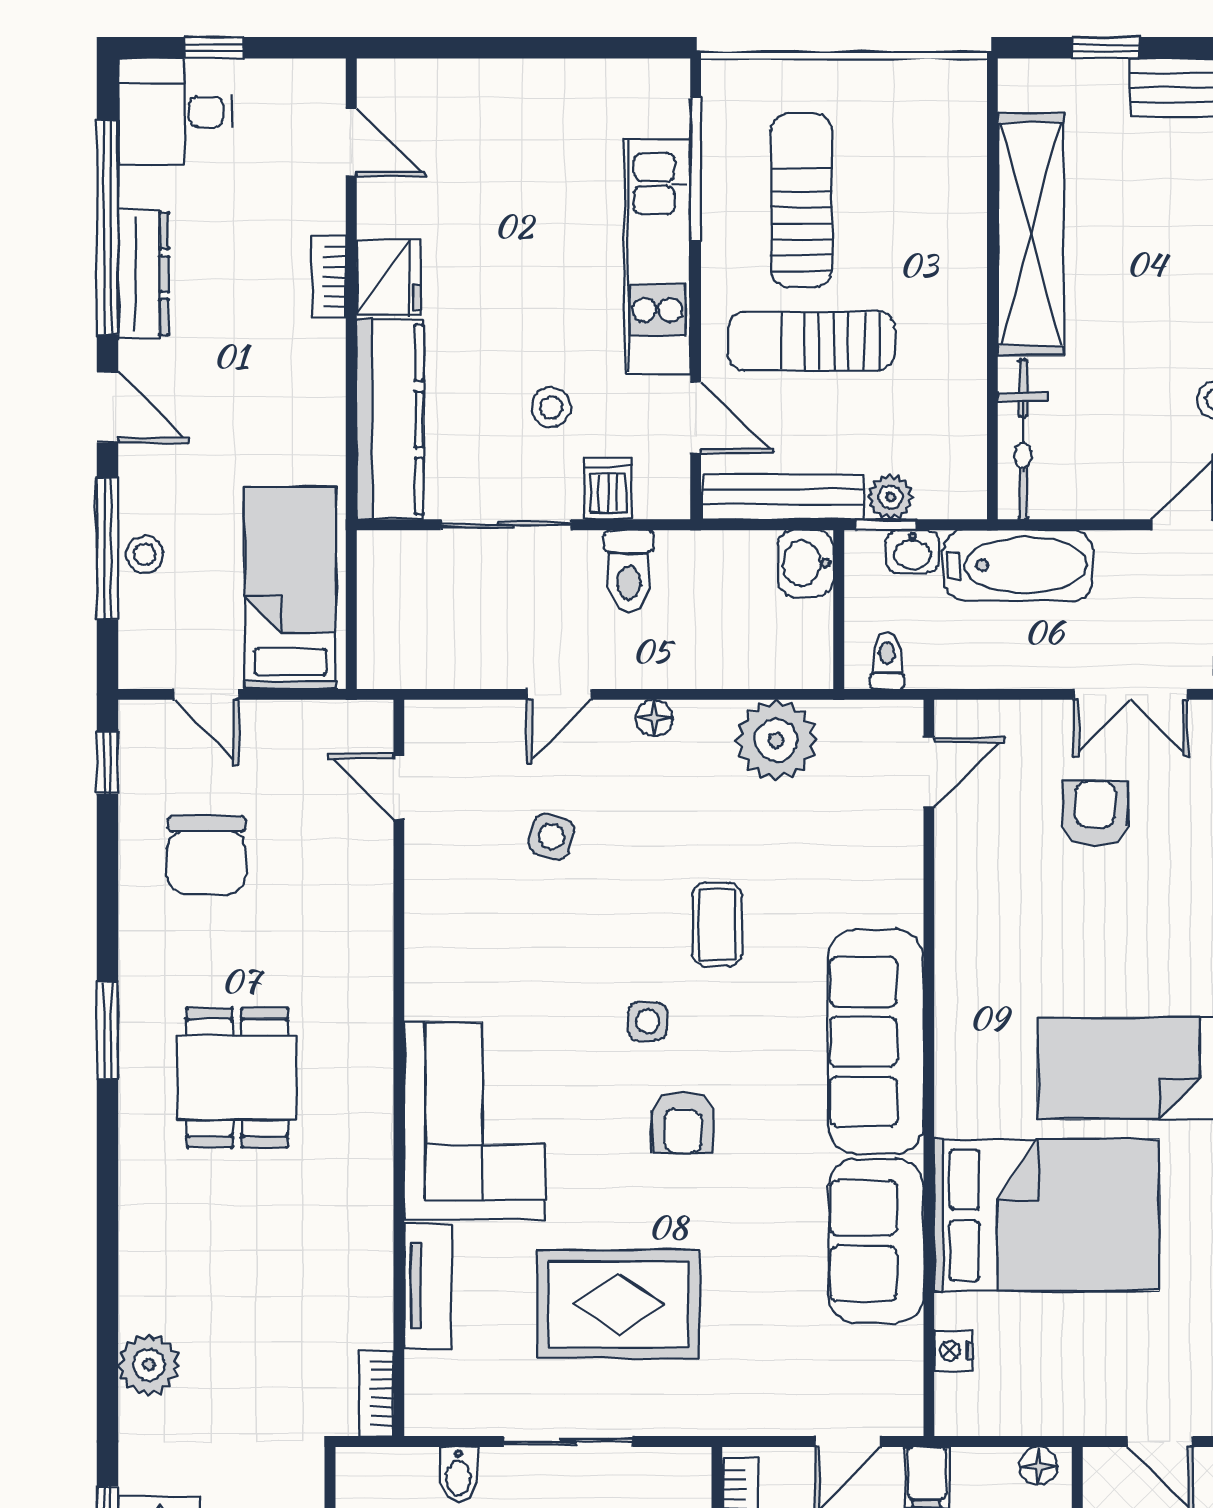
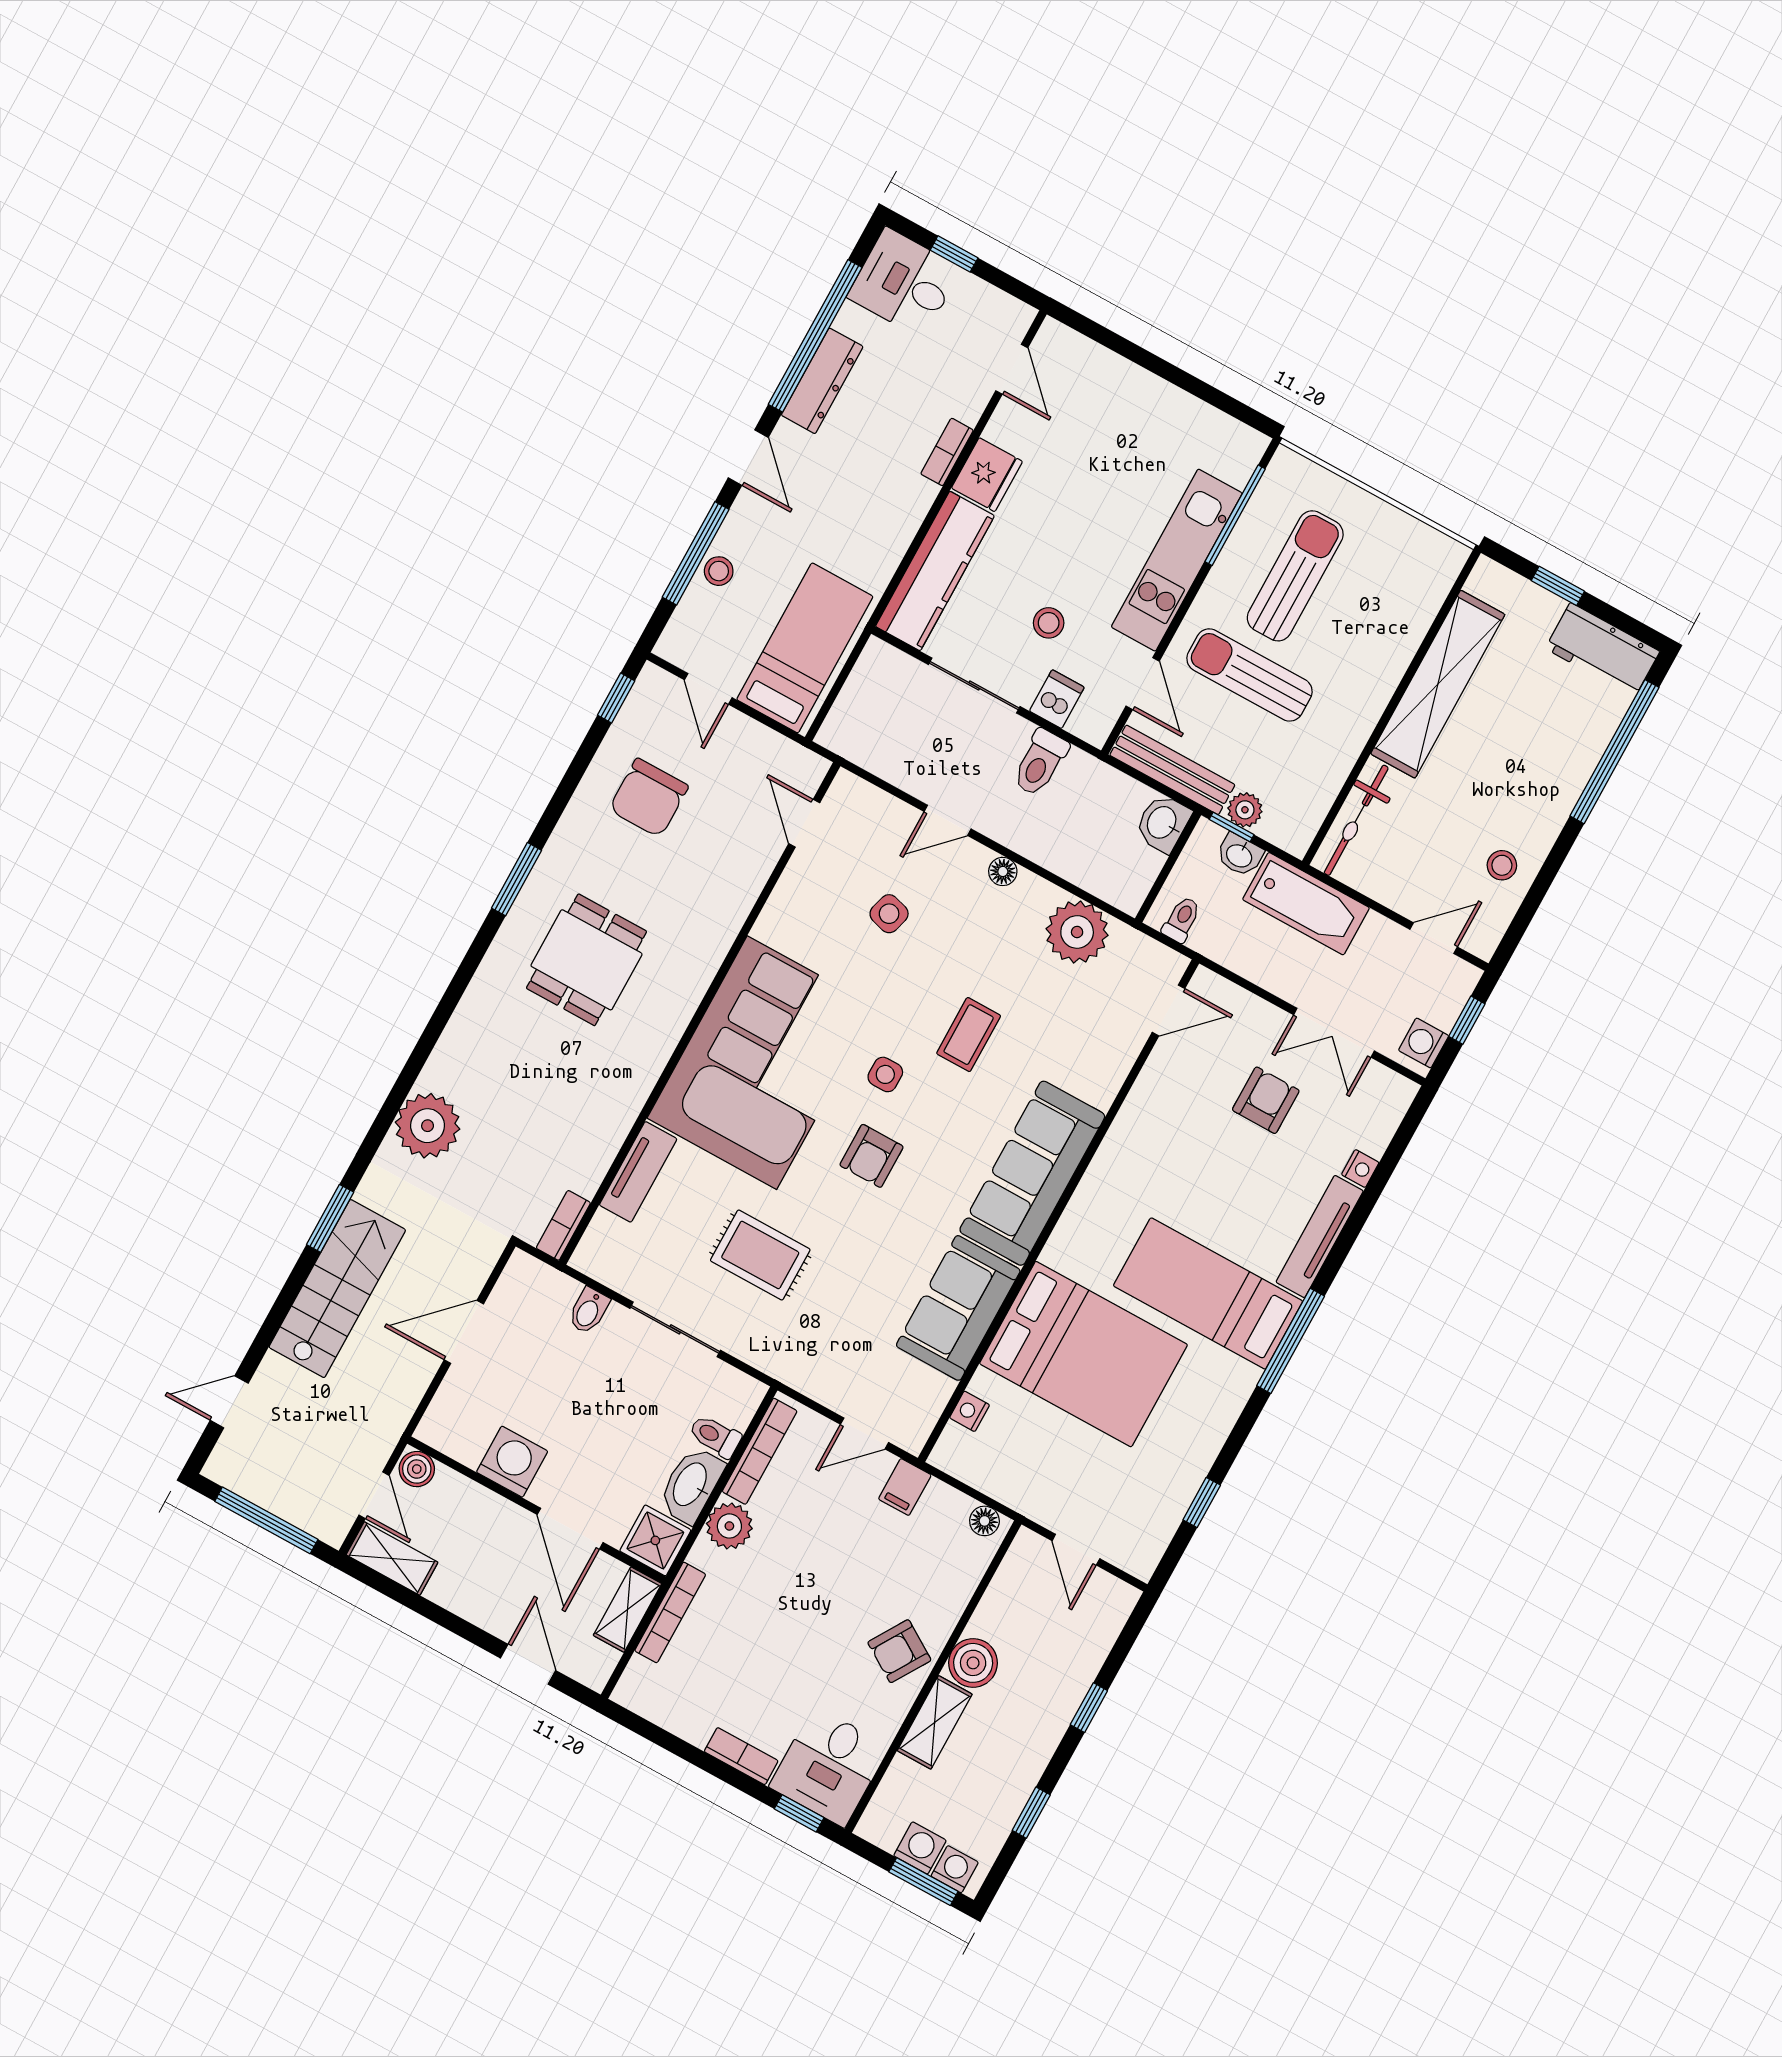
corner sofa: (475, 1121) -> (762, 1063), width x1.36, depth x1.36
rug: (618, 1304) -> (760, 1255), width x0.73, depth x0.70
plant: (149, 1365) -> (428, 1126), width x1.36, depth x1.36

